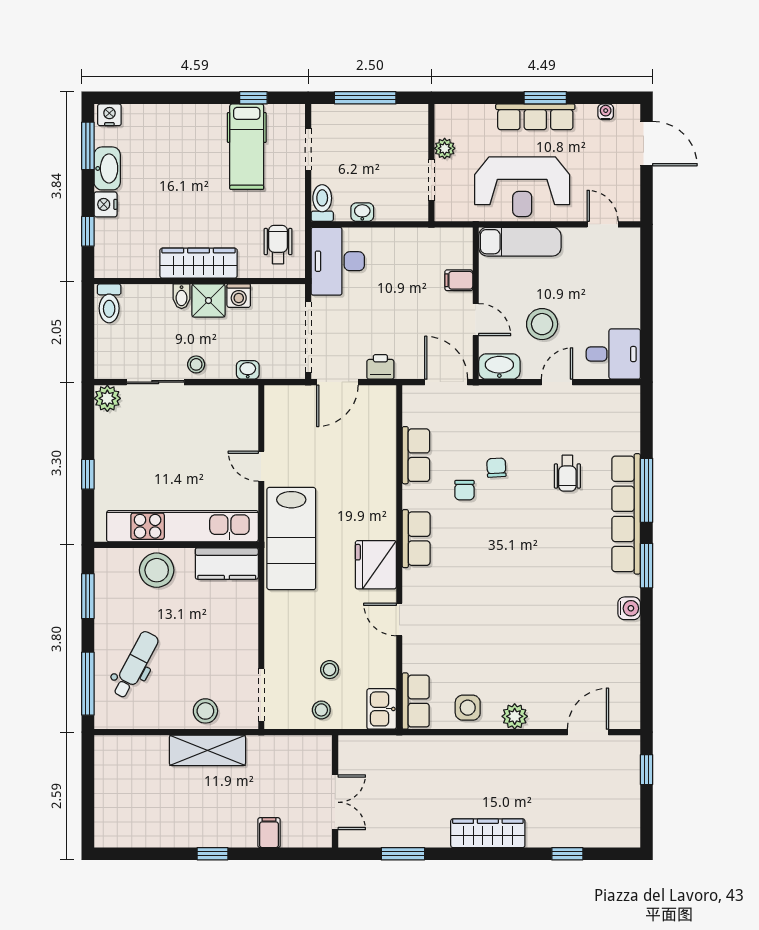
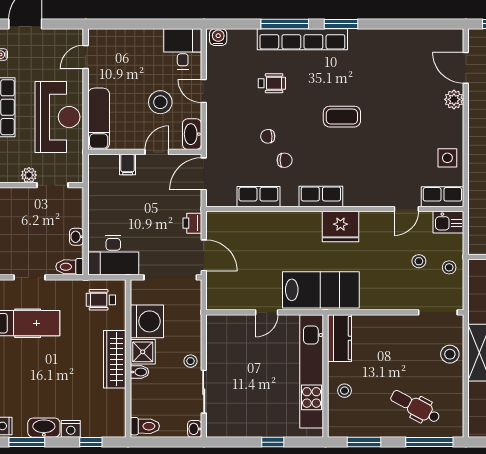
washing machine: (239, 296) -> (147, 321), width x1.89, depth x1.89
washbasin: (248, 370) -> (195, 429), moved
plant: (107, 398) -> (216, 428), removed
coffee table: (523, 567) -> (342, 117), added
stool: (157, 570) -> (344, 391), width x0.53, depth x0.53
water cooler: (629, 608) -> (218, 37), moved
door: (399, 620) -> (406, 209), moved
plant: (515, 716) -> (454, 99), moved

